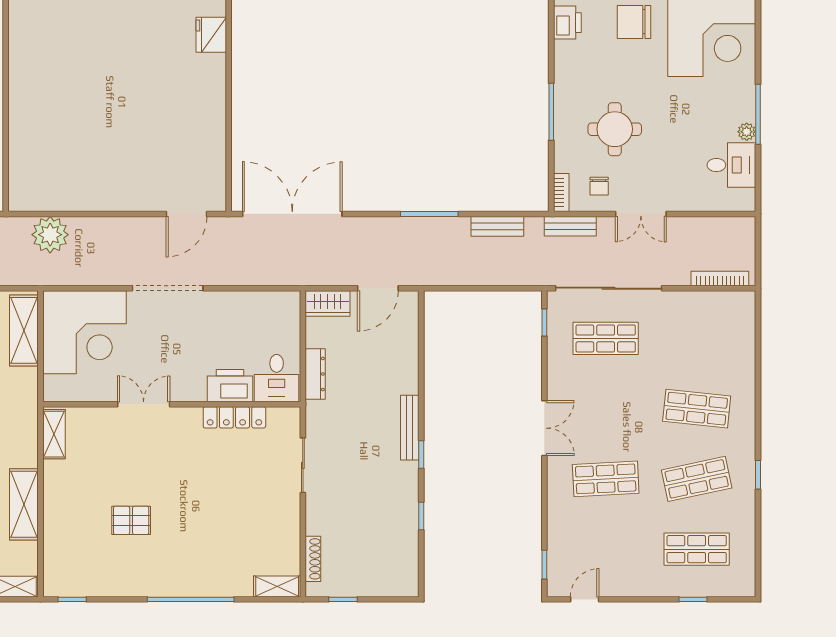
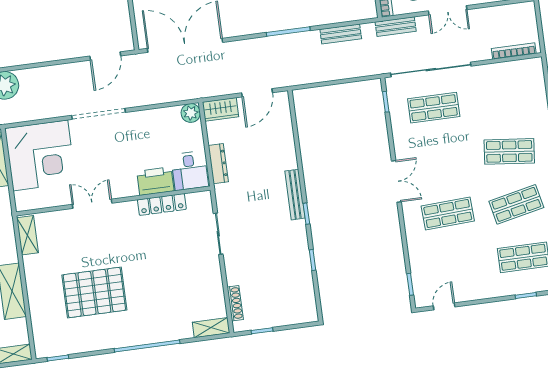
plant: (288, 303) -> (191, 113), added
pallet: (131, 520) -> (94, 292), width x2.05, depth x2.00

